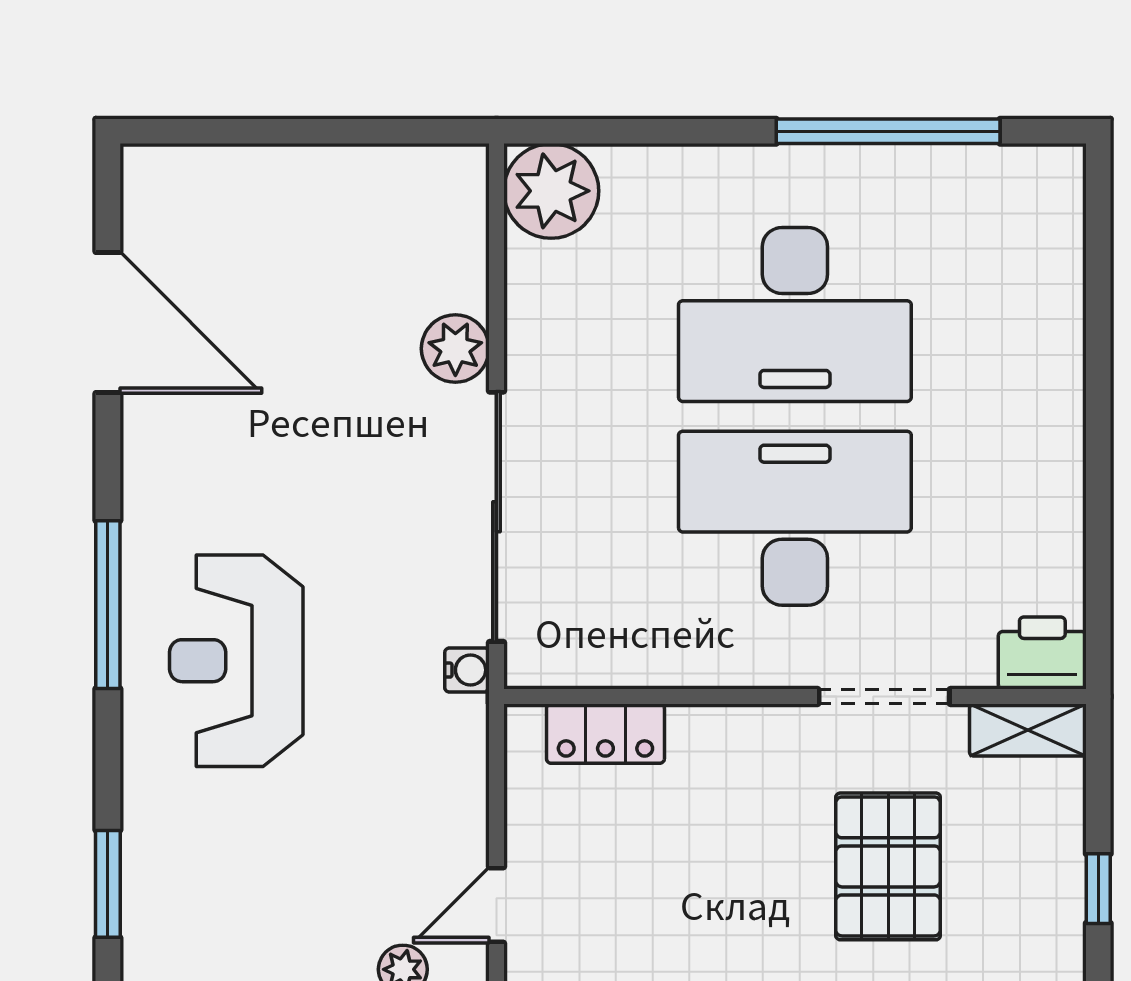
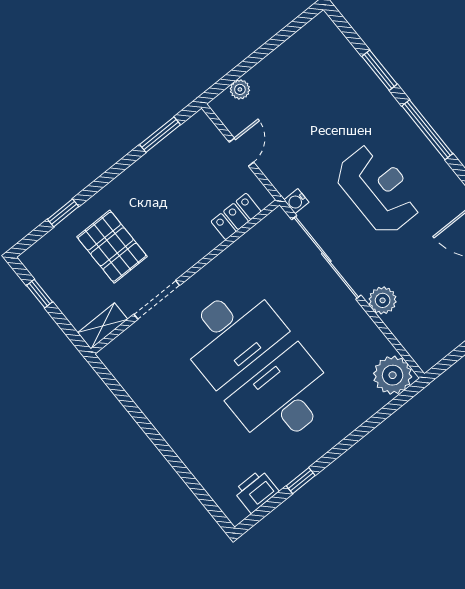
window: (888, 131) -> (301, 481), width x0.32
printer: (1042, 653) -> (256, 491), moved, turned 180
reception desk: (236, 661) -> (378, 189), moved
window: (108, 884) -> (379, 70), moved
door: (496, 905) -> (241, 152), moved

